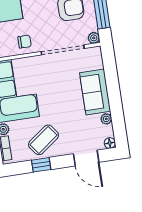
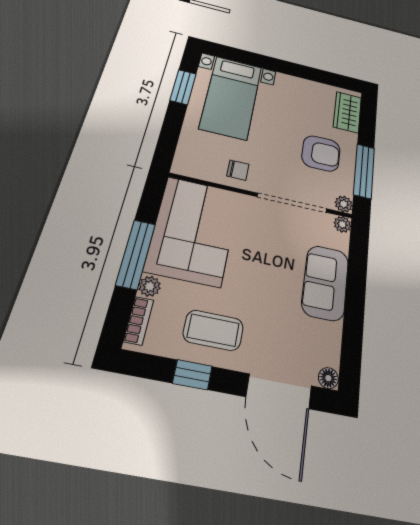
plant: (106, 119) -> (342, 224), moved
coffee table: (44, 140) -> (213, 330), turned 37
door: (86, 158) -> (279, 391), width x1.36

